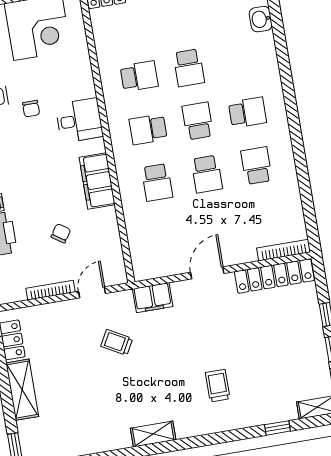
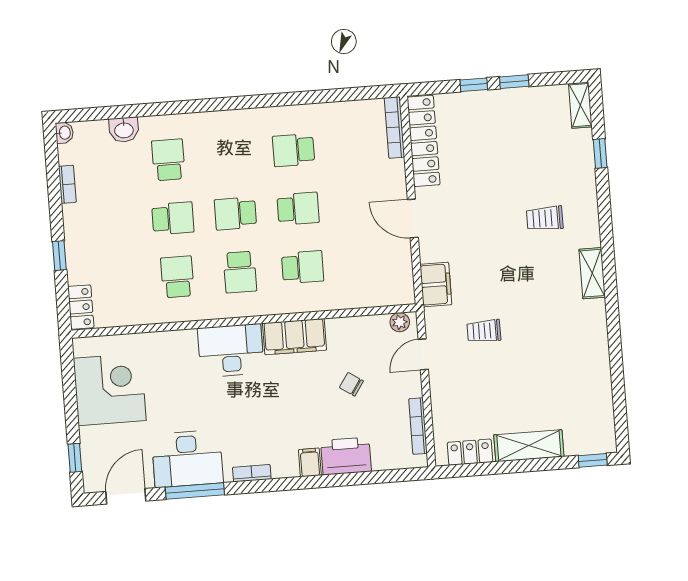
chair: (31, 109) -> (203, 406), removed
school desk: (247, 113) -> (168, 160), moved
desk: (79, 120) -> (231, 350), width x1.37
plant: (118, 270) -> (400, 322), added
bookcase: (50, 290) -> (418, 426), moved
door: (92, 292) -> (423, 354), hinge flipped
trolley: (117, 342) -> (484, 331), turned 61
shelving: (153, 434) -> (592, 273), moved

